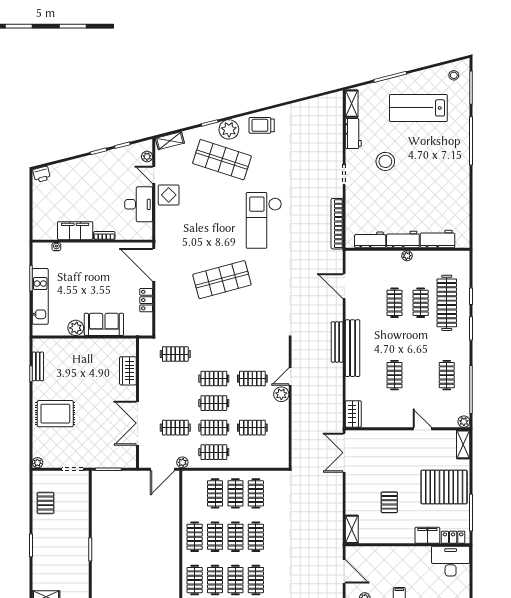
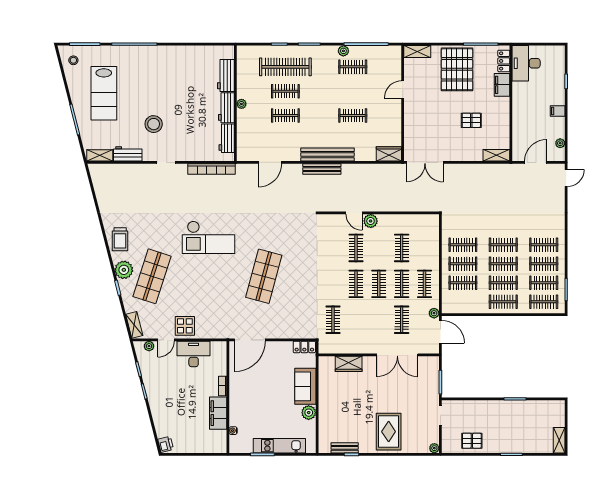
shop shelf: (222, 280) -> (264, 276), turned 30
locker: (146, 300) -> (304, 347), moved
plant: (464, 422) -> (343, 51), moved

